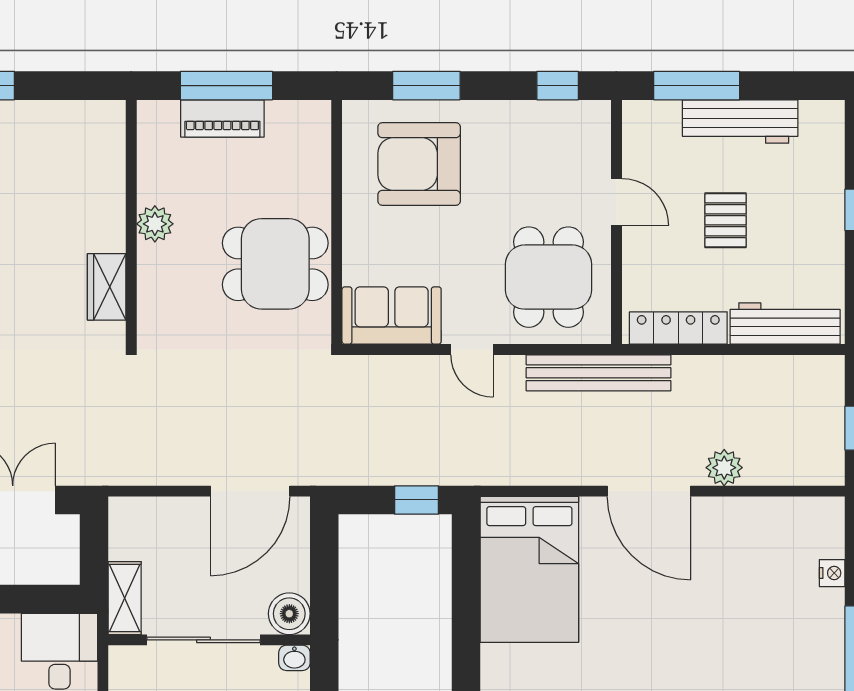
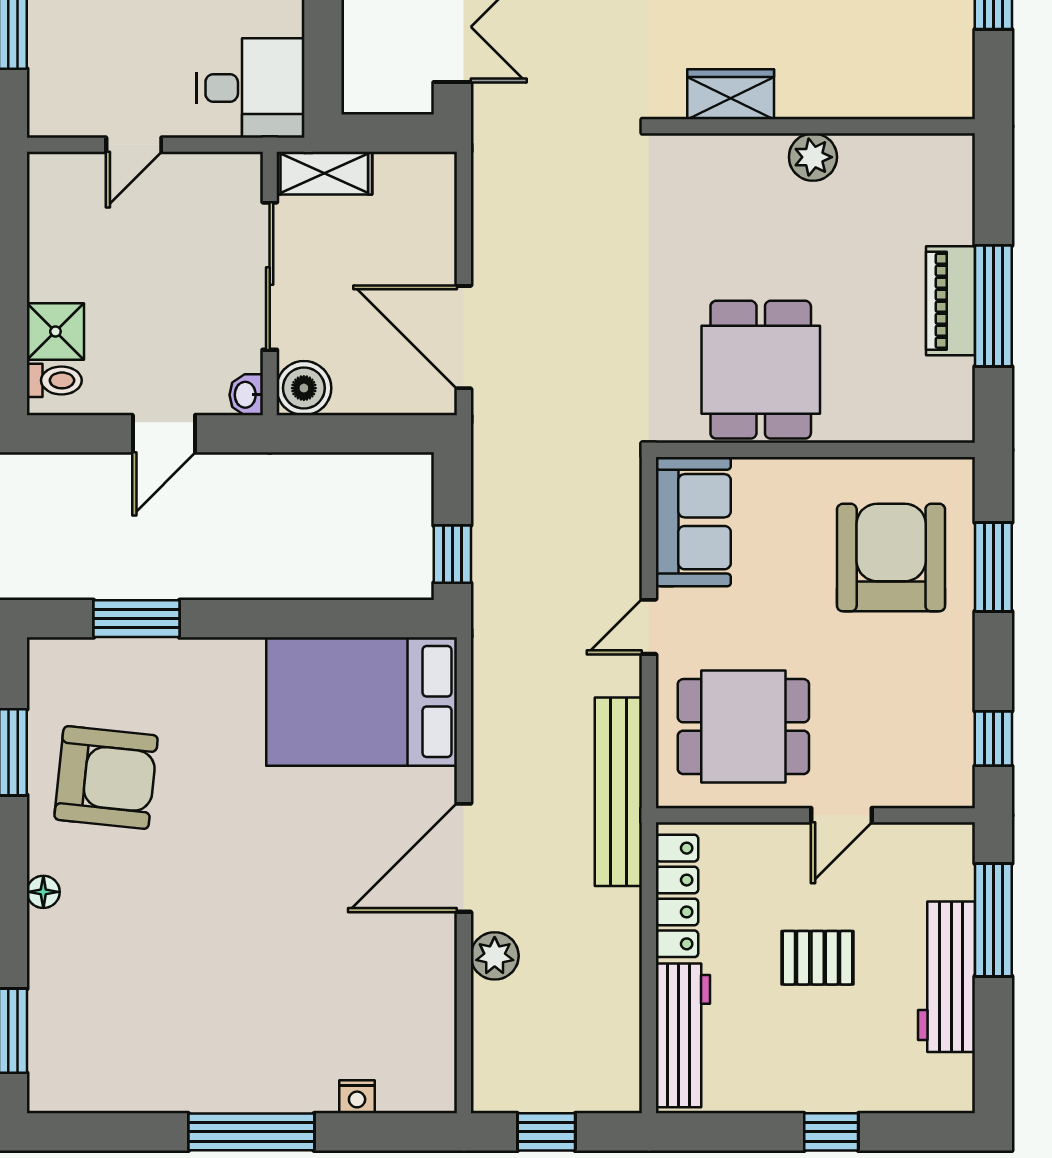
wall: (131, 222) -> (815, 126), moved
plant: (155, 224) -> (813, 157), moved
wardrobe: (107, 287) -> (731, 94), moved

